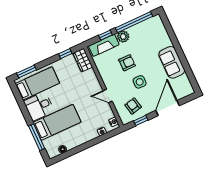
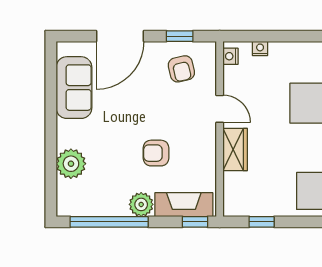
window: (105, 35) -> (195, 222), moved
plant: (163, 40) -> (71, 164), added
wardrobe: (83, 60) -> (235, 150), moved
sofa: (172, 62) -> (74, 88), moved
side table: (140, 82) -> (149, 108), removed

